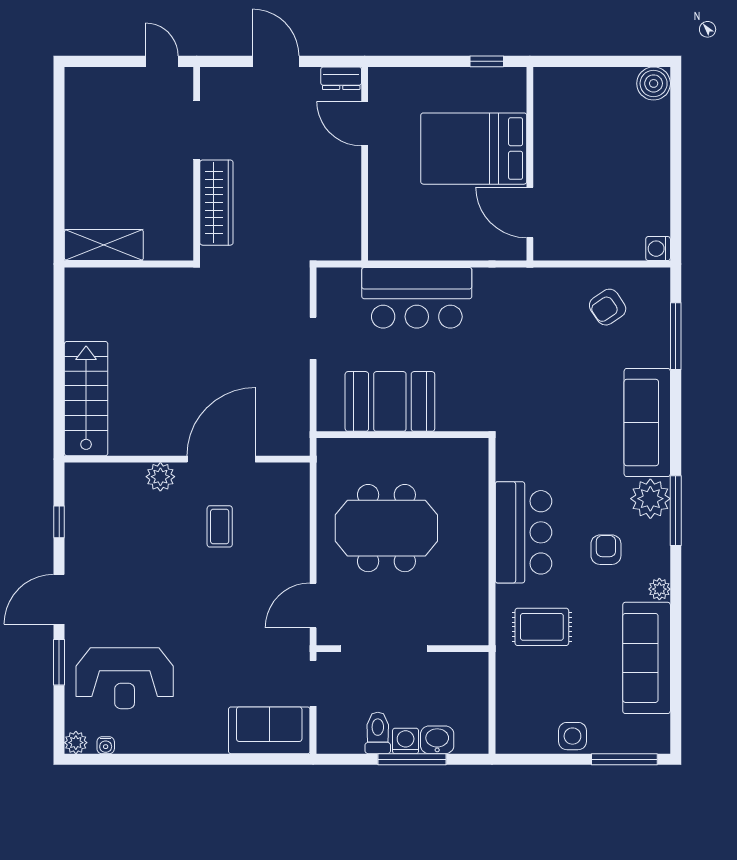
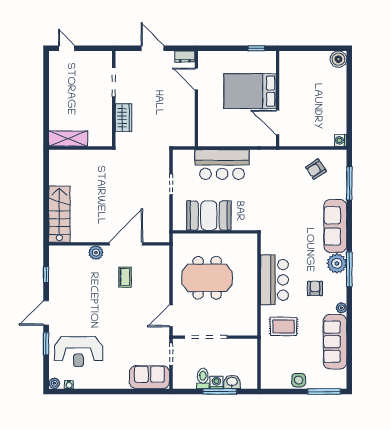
door: (162, 61) -> (67, 48), moved
wardrobe: (216, 203) -> (123, 118), width x0.67

